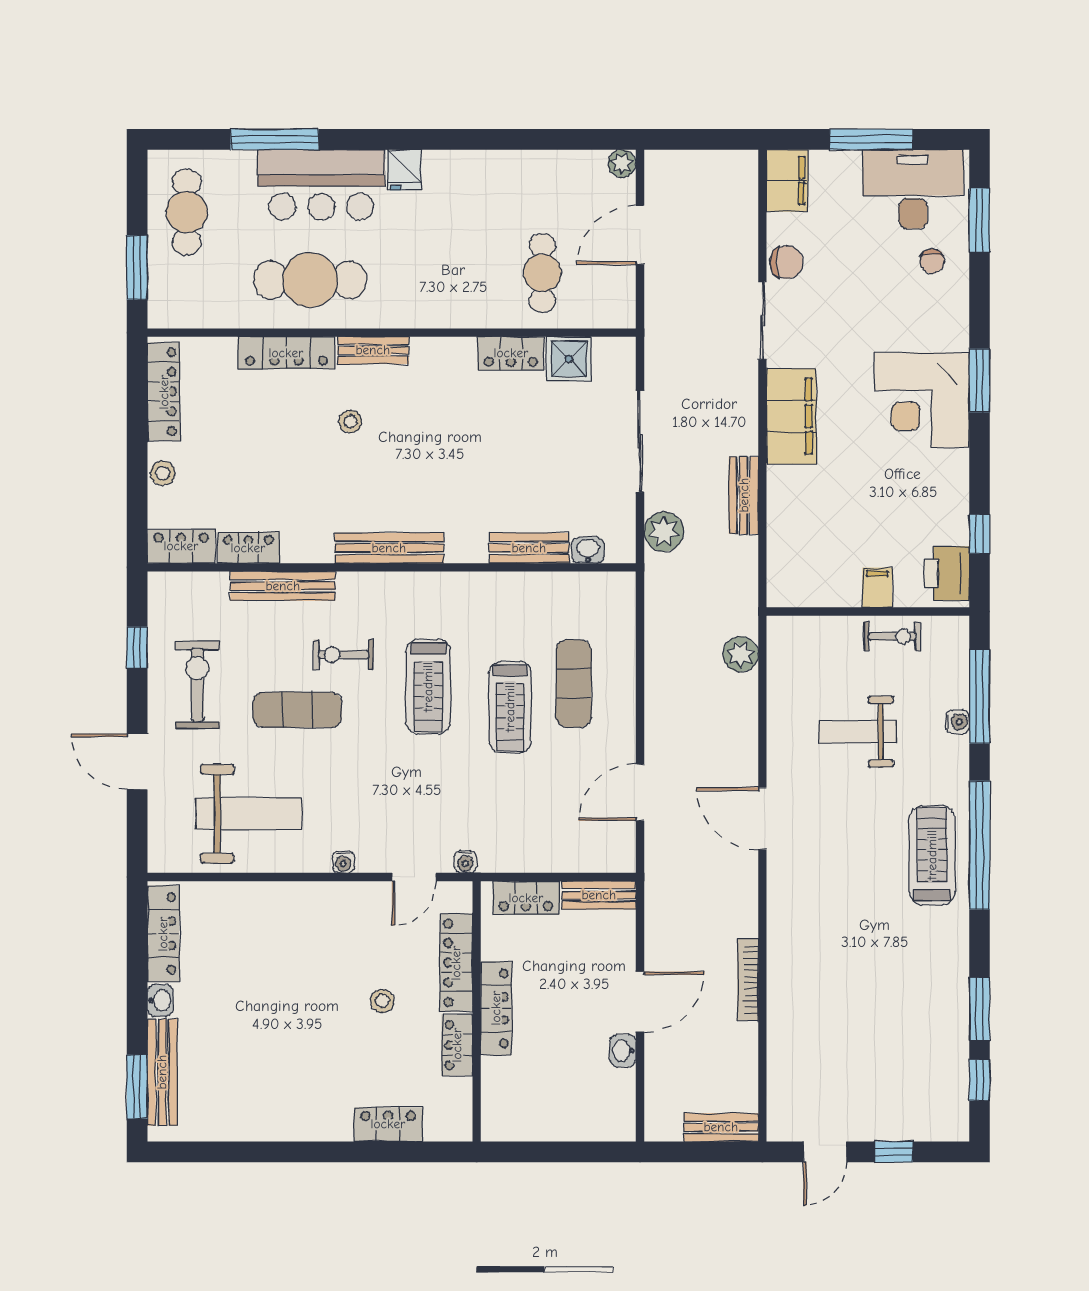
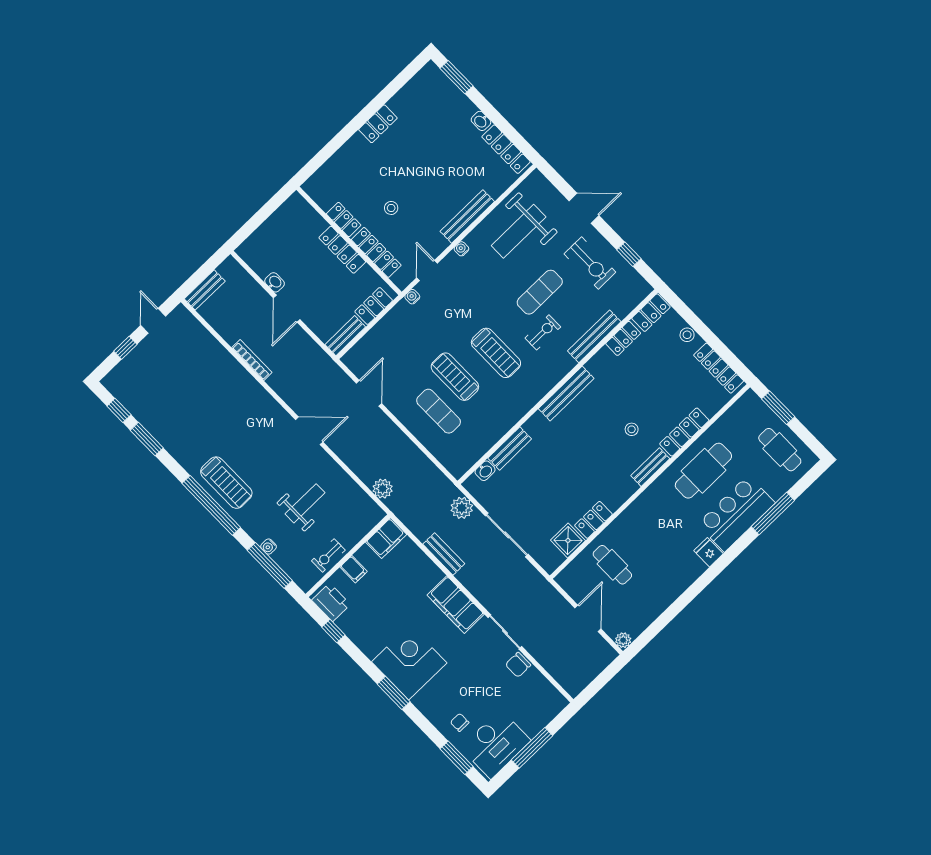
filing cabinet: (787, 181) -> (386, 538), moved, turned -90
treadmill: (428, 687) -> (496, 353), turned 180
bench: (162, 1072) -> (467, 216), moved, turned 90
locker: (388, 1124) -> (378, 124), moved

